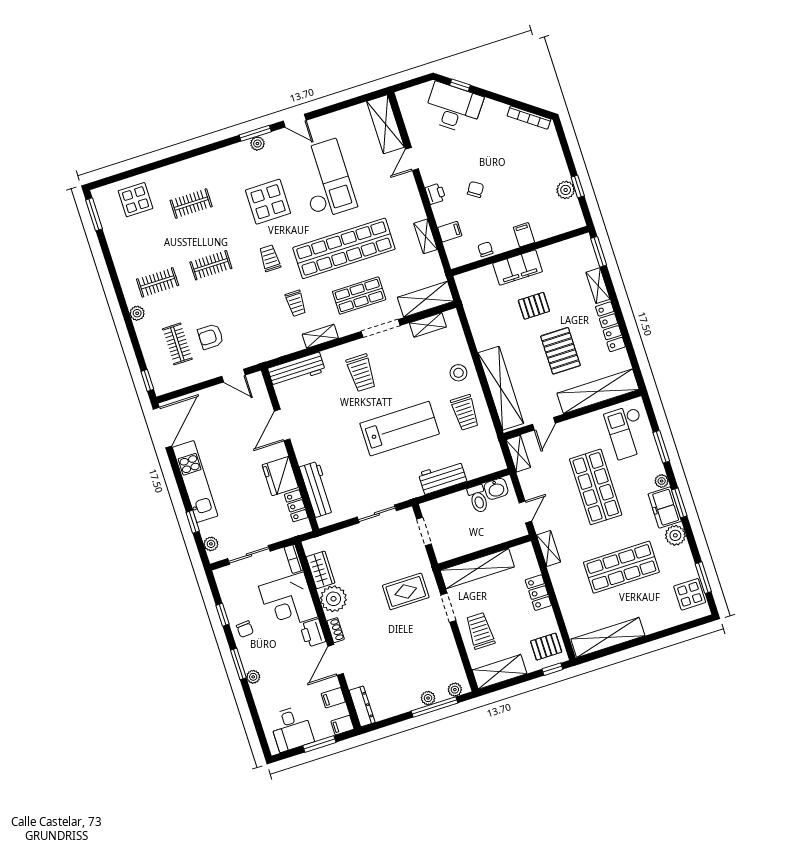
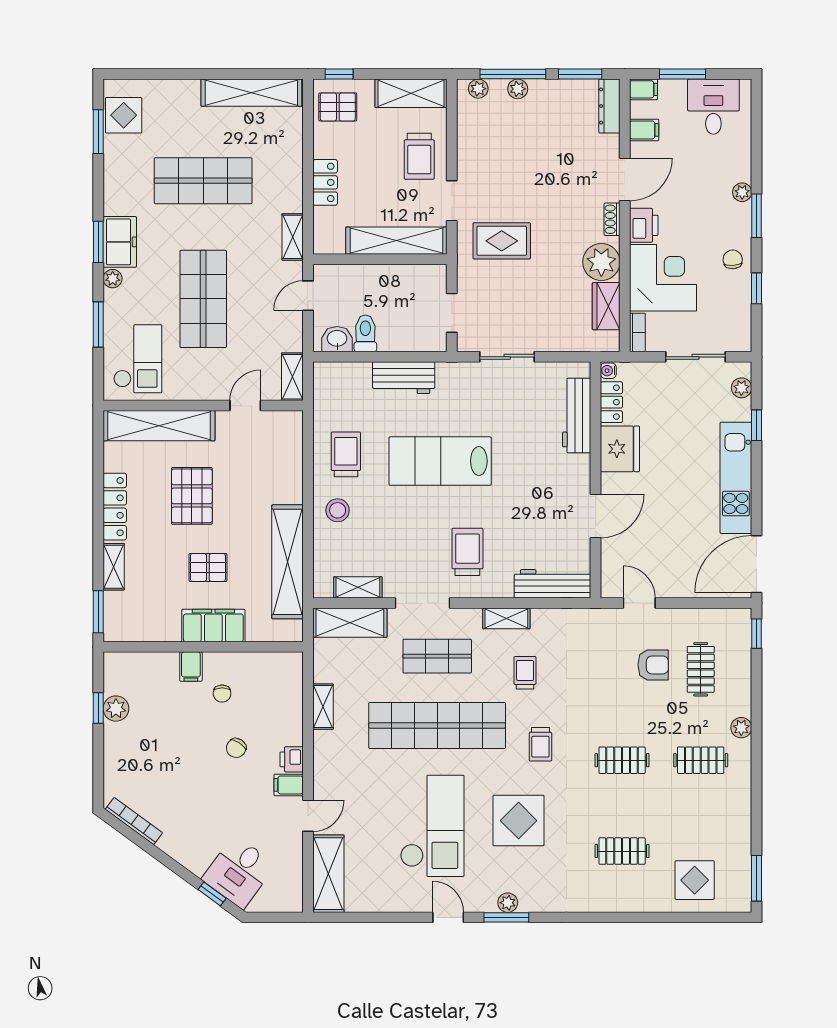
desk: (453, 108) -> (239, 872), width x0.73
checkout: (325, 179) -> (432, 826), turned 180
filing cabinet: (450, 232) -> (289, 785), moved
chair: (485, 249) -> (222, 694), moved
shelving: (501, 388) -> (288, 562), moved
water cooler: (305, 527) -> (608, 371), added
plant: (675, 535) -> (118, 200), removed
window: (389, 722) -> (580, 74), added

